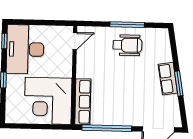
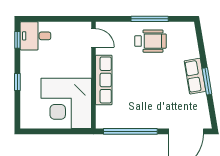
door: (75, 41) -> (94, 38), hinge flipped
desk: (25, 49) -> (35, 36), width x0.53, depth x0.77
row of seats: (83, 102) -> (104, 80), moved

